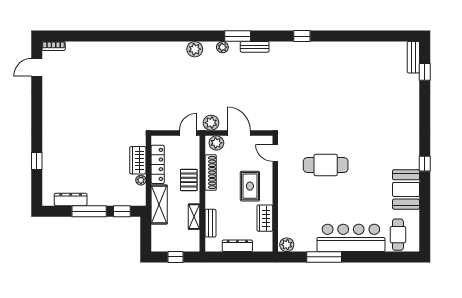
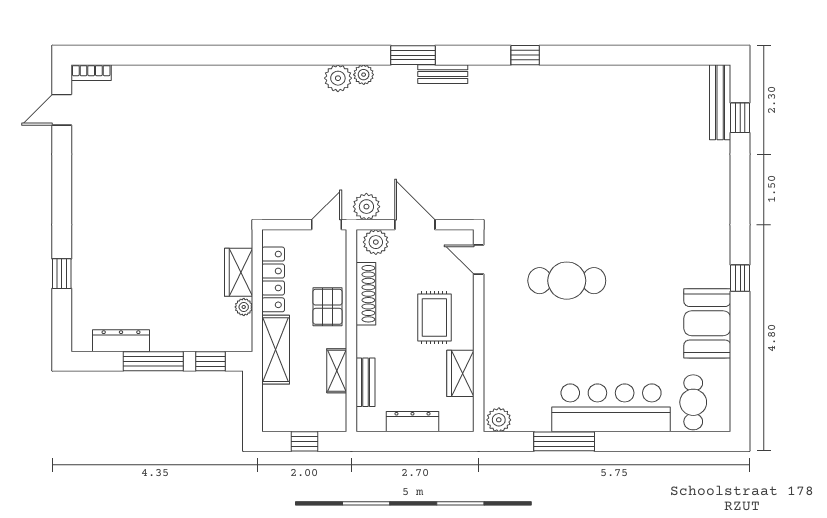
plant: (222, 47) -> (364, 75), moved
bench: (413, 57) -> (720, 102), width x1.36

